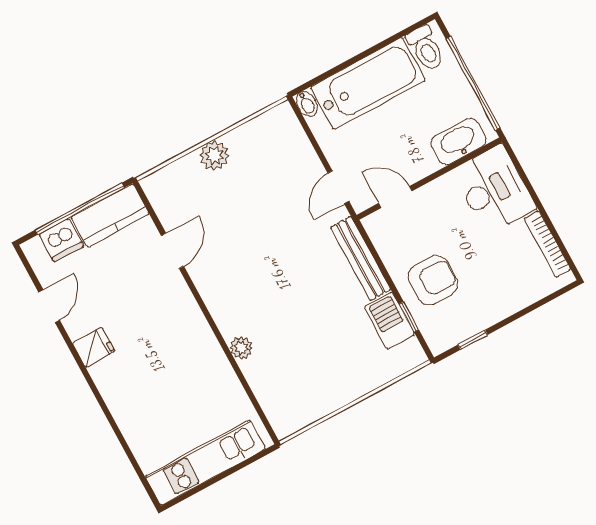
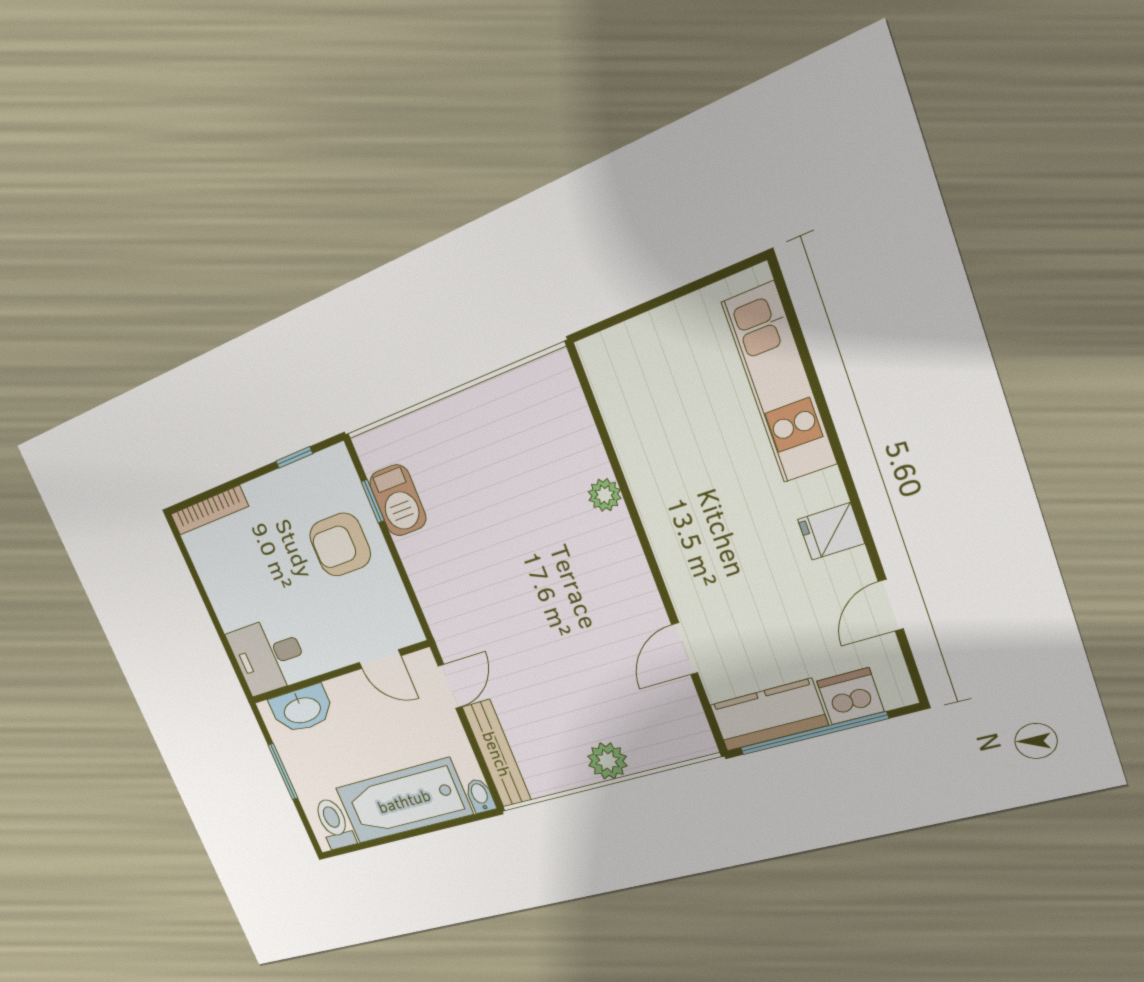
window: (473, 83) -> (283, 772), width x0.47
desk: (494, 189) -> (268, 656), width x0.73
bookcase: (547, 244) -> (209, 510), moved, turned 90
bench: (361, 258) -> (497, 754), moved
kitchen unit: (205, 463) -> (779, 383), moved, turned 90

